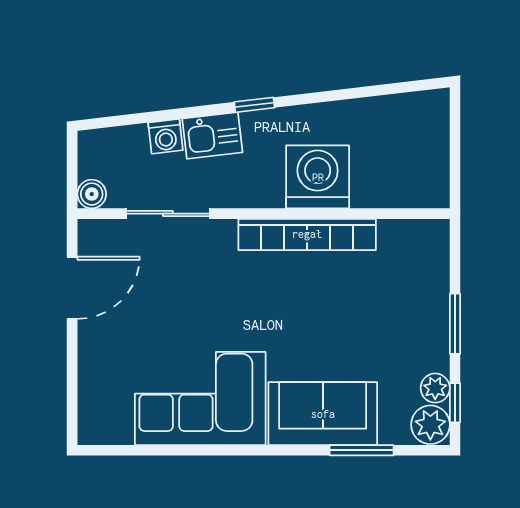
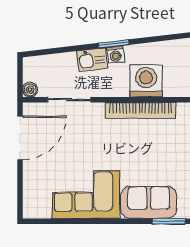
window: (254, 105) -> (114, 44), width x1.50
washing machine: (166, 136) -> (115, 55), moved
door: (72, 288) -> (20, 138), width x1.36

